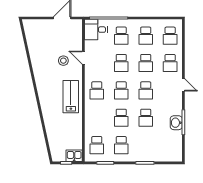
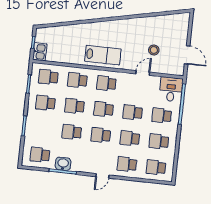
stool: (63, 61) -> (154, 50), moved
school desk: (97, 118) -> (77, 80), added
school desk: (170, 145) -> (40, 155), added

